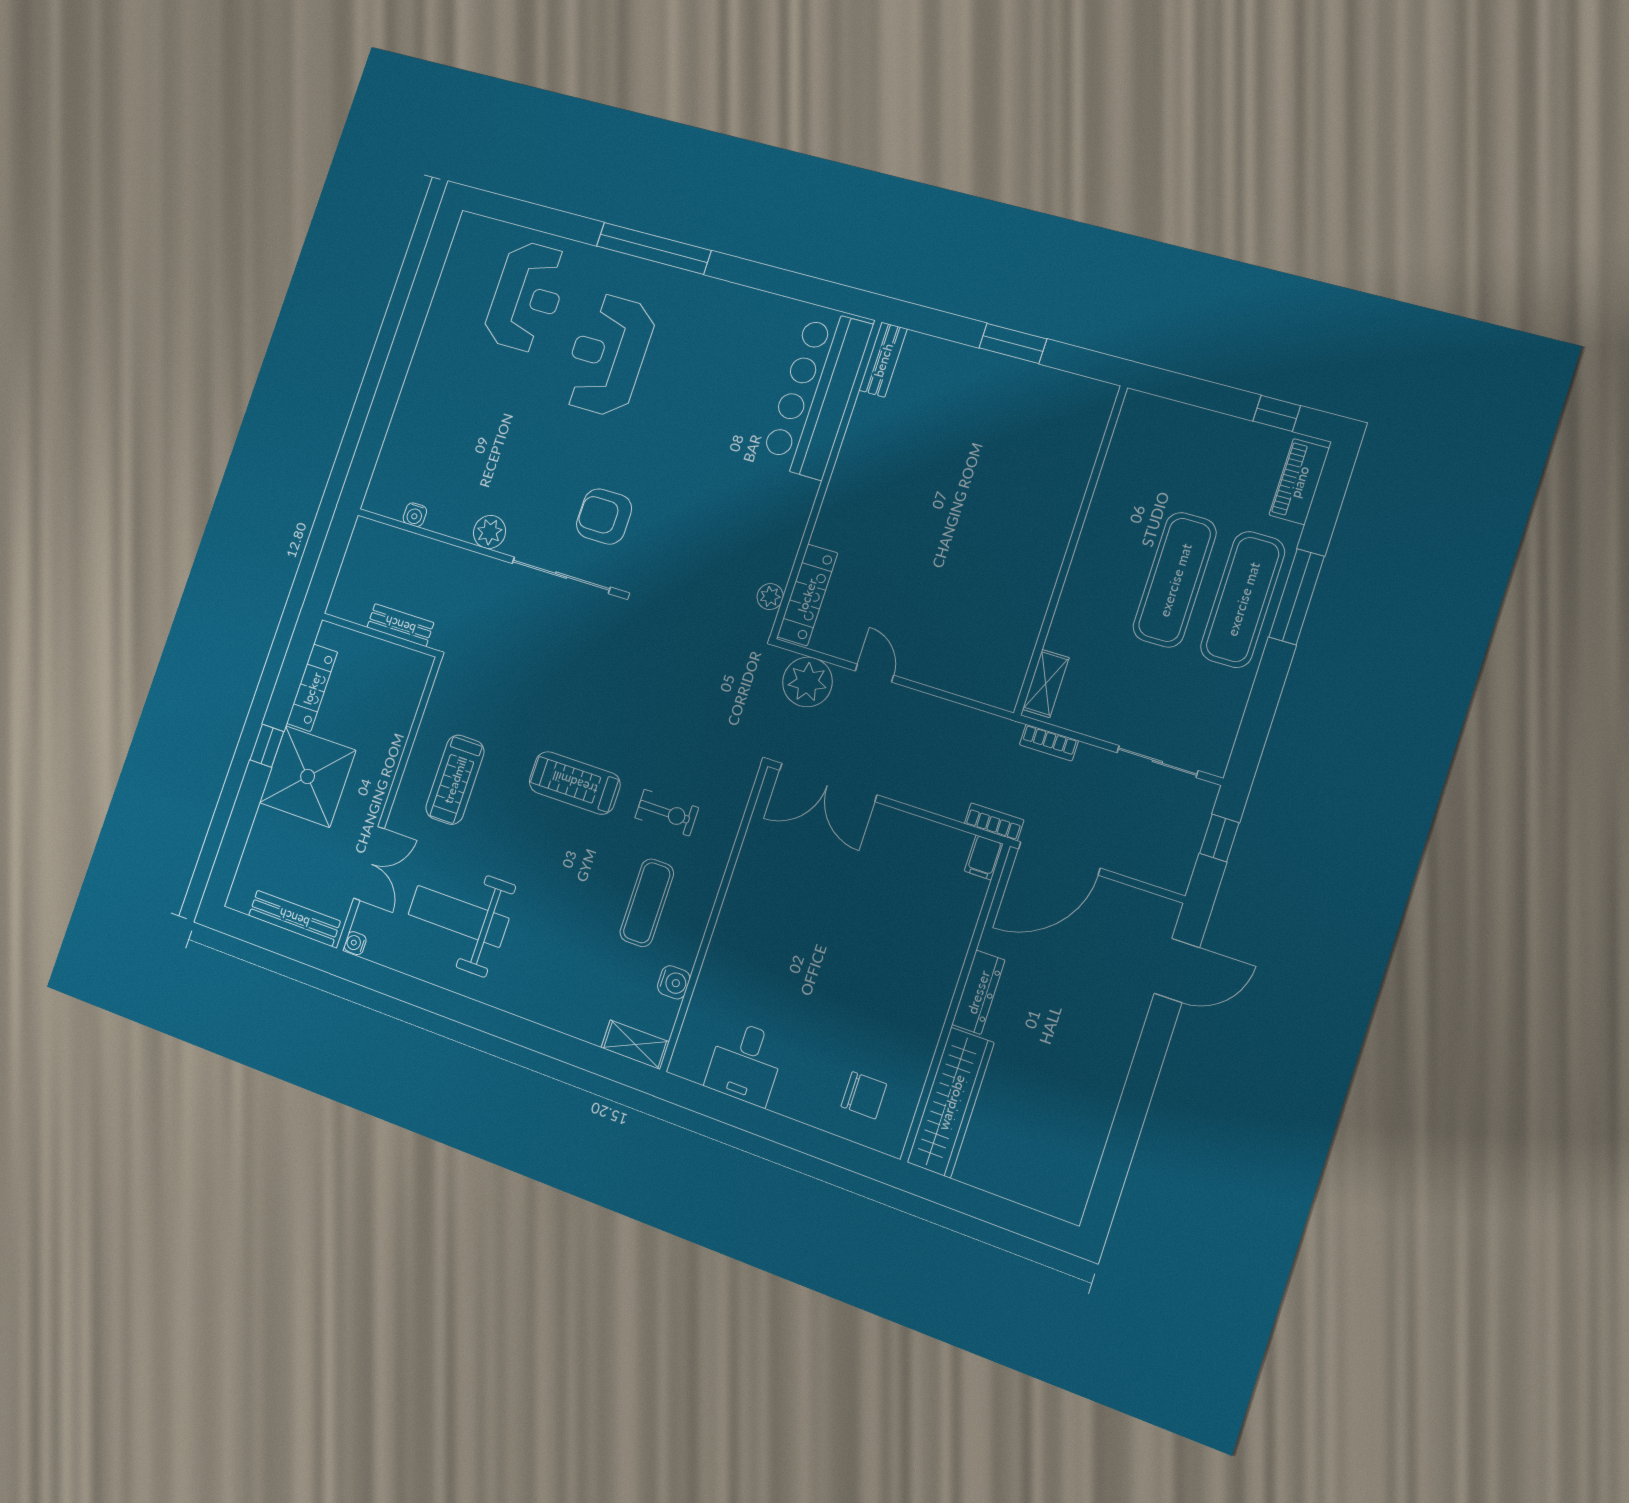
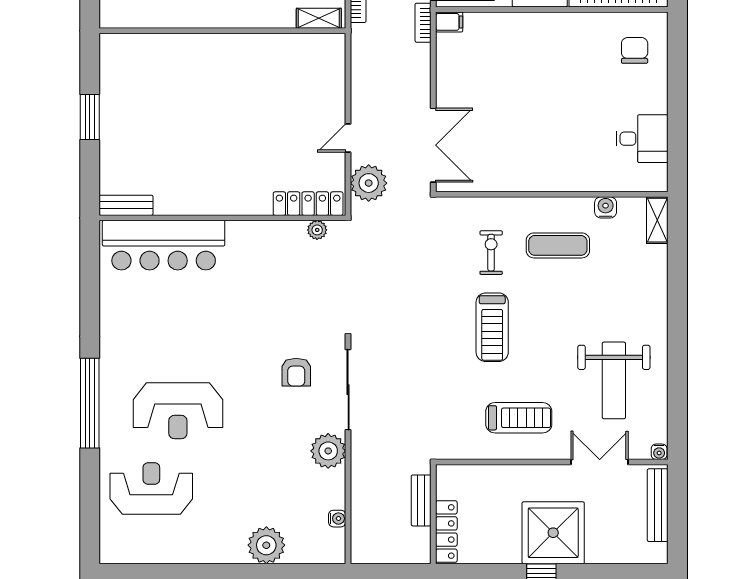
plant: (414, 419) -> (266, 545), added
armchair: (604, 517) -> (296, 372), width x0.72, depth x0.72
plant: (490, 532) -> (328, 451), width x1.36, depth x1.36
locker: (312, 688) -> (446, 532), moved, turned 90

